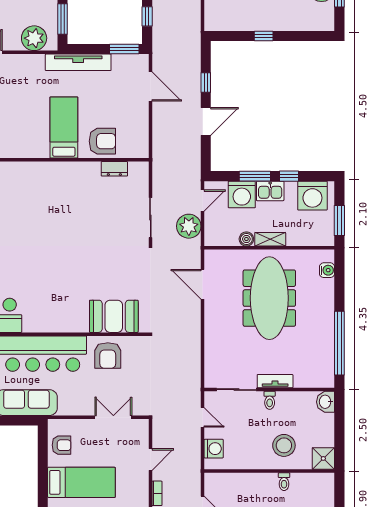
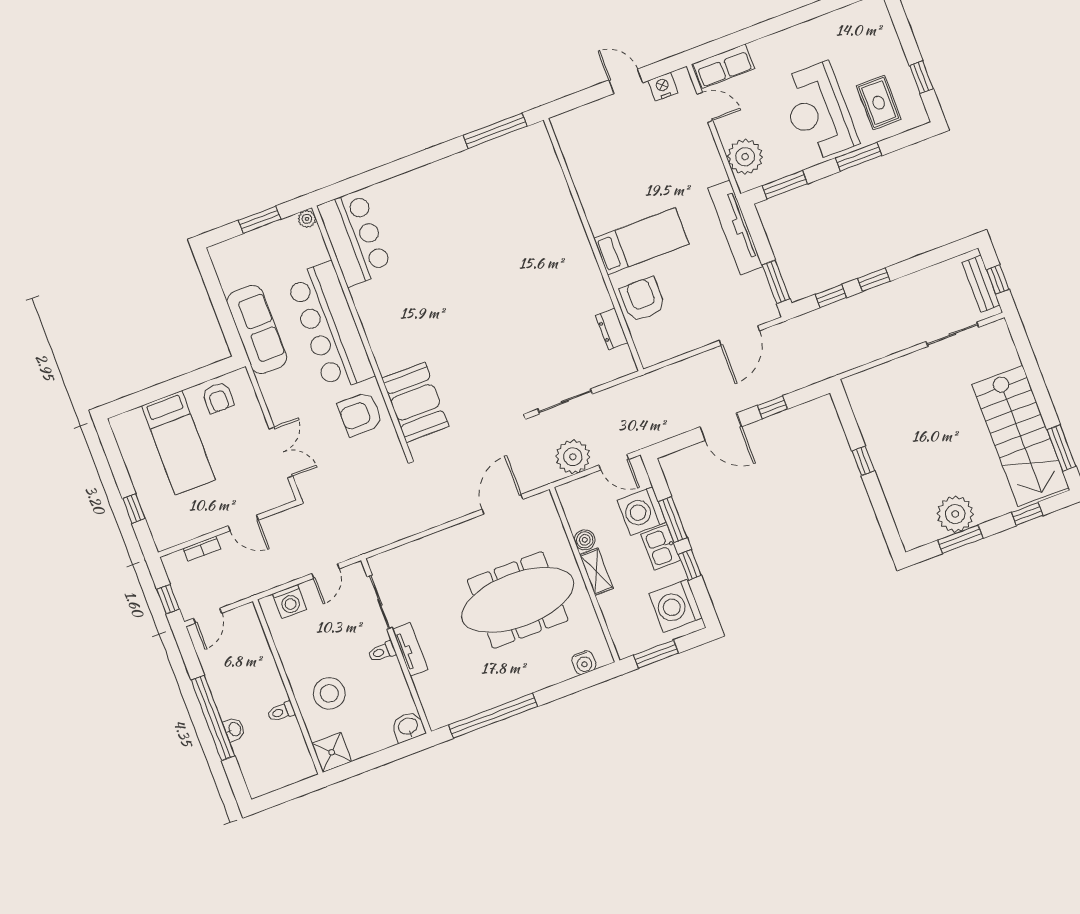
armchair: (102, 141) -> (643, 299), turned 180

